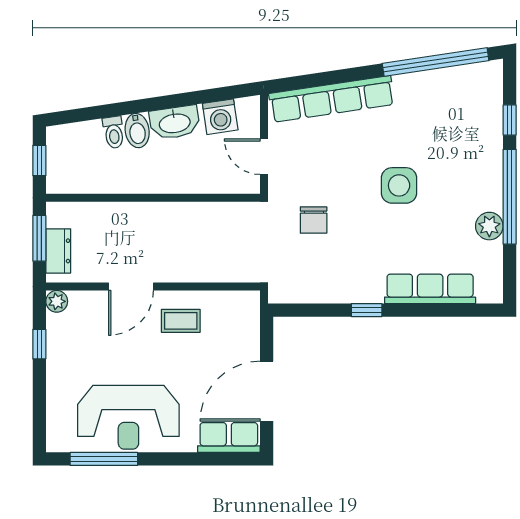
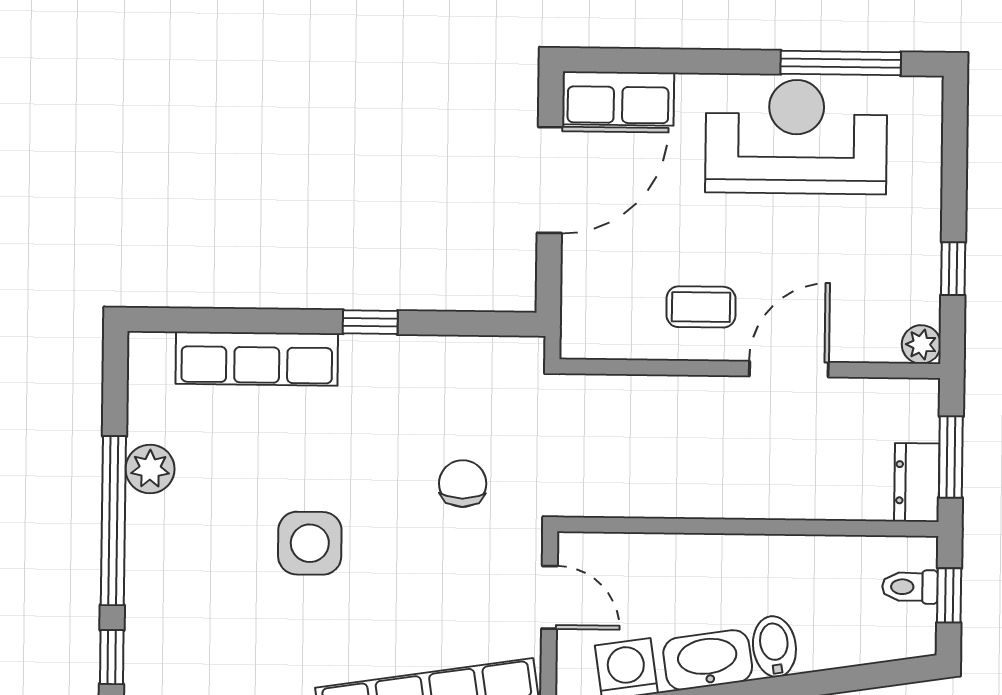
toilet: (114, 132) -> (910, 587), moved, turned -82
dresser: (58, 251) -> (917, 482), moved

